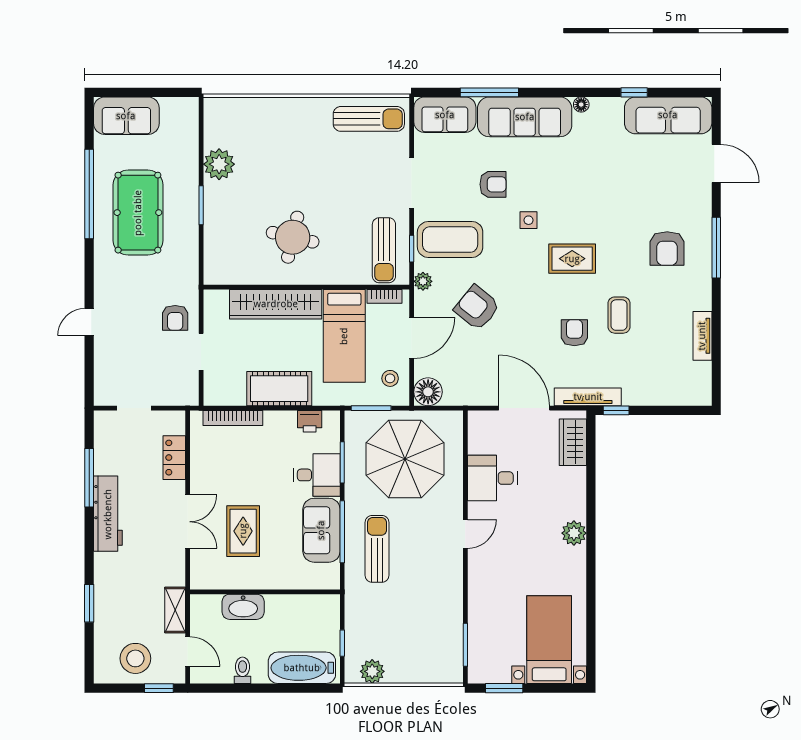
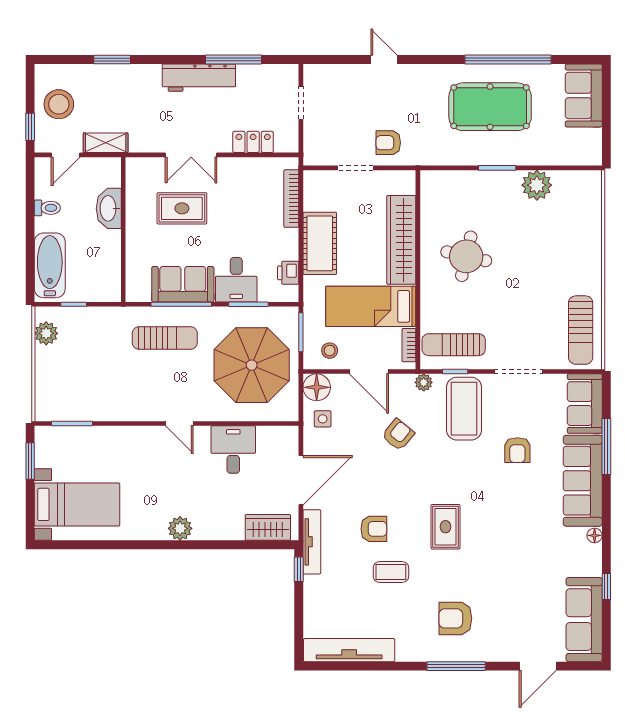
side table: (529, 220) -> (323, 419), moved
armchair: (477, 308) -> (398, 435), width x0.72, depth x0.72
tv unit: (702, 336) -> (349, 650), width x1.92, depth x1.29

